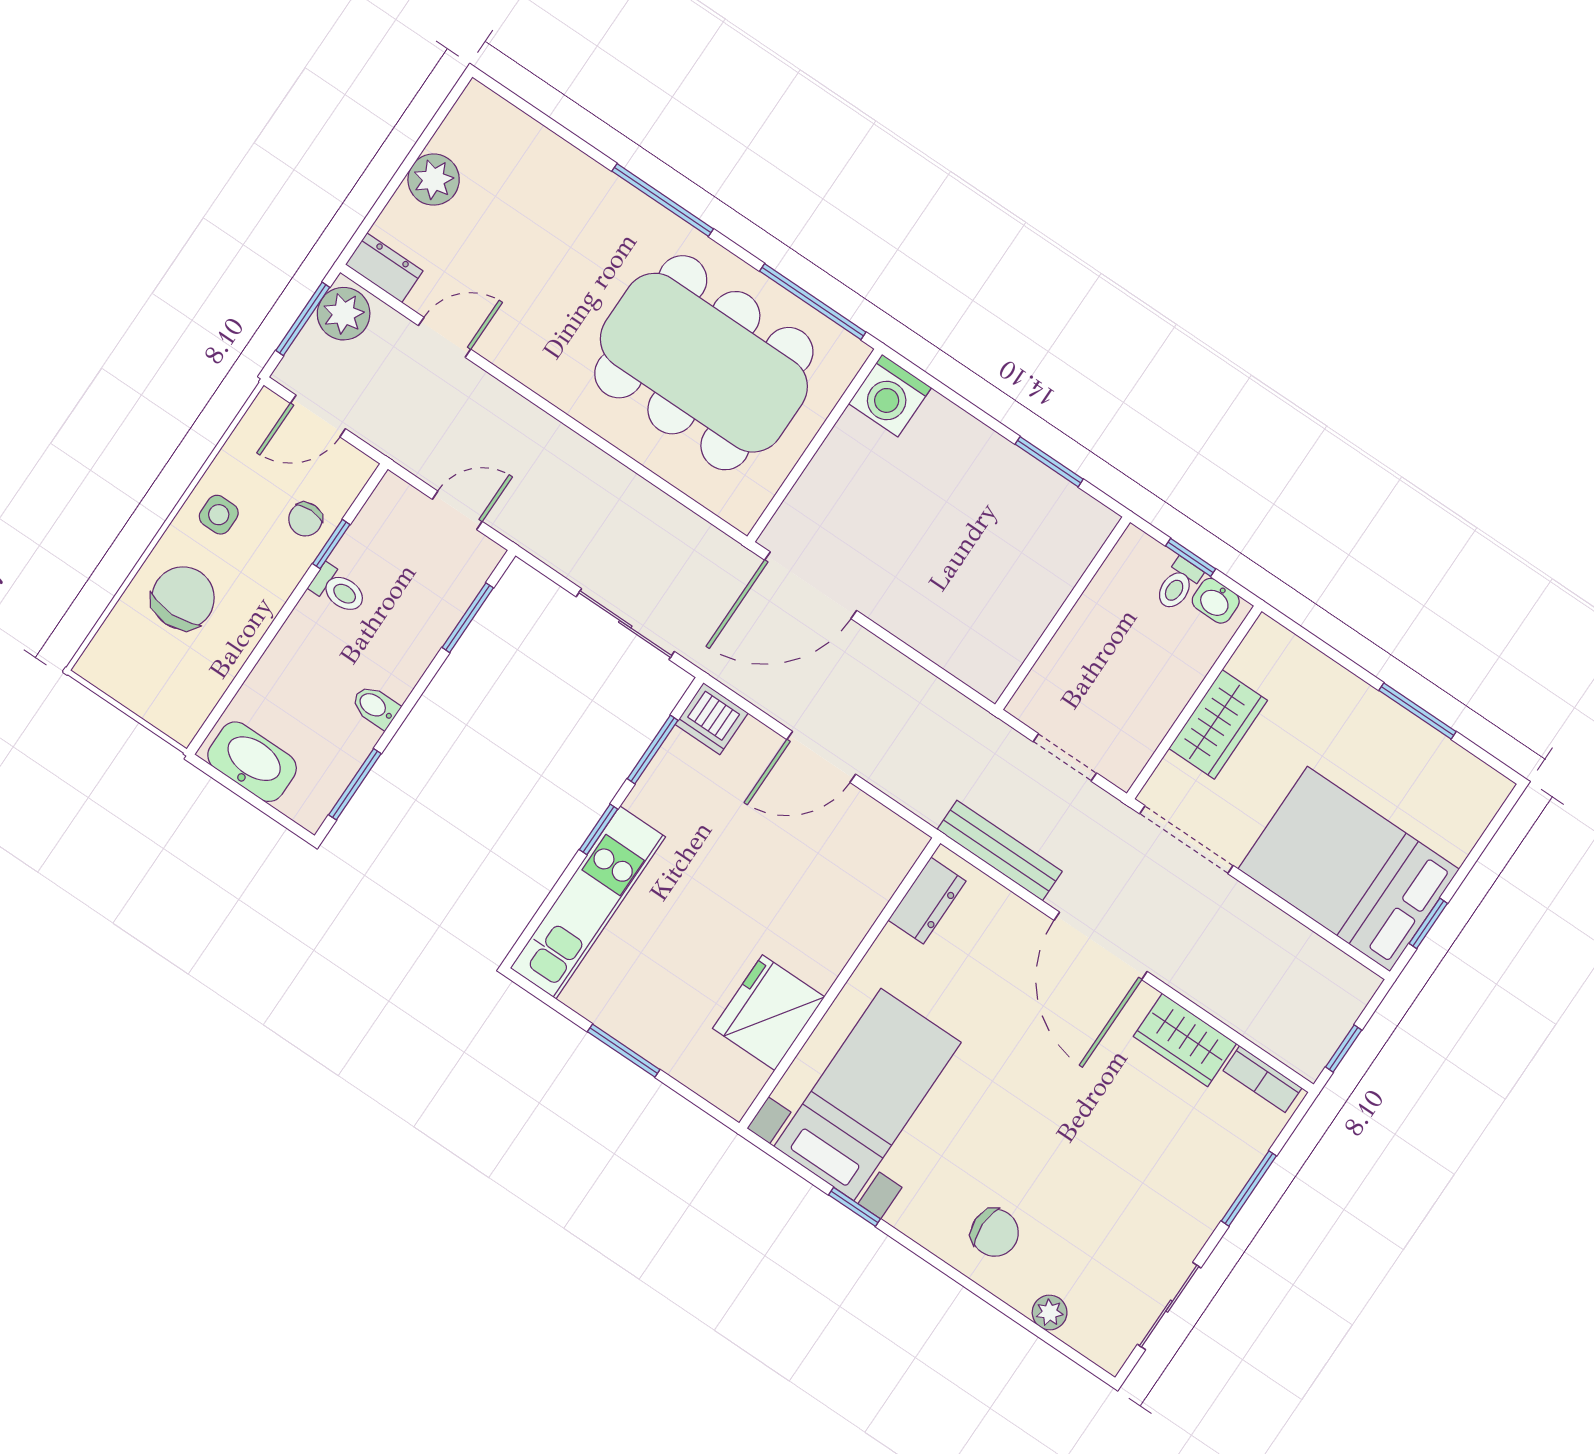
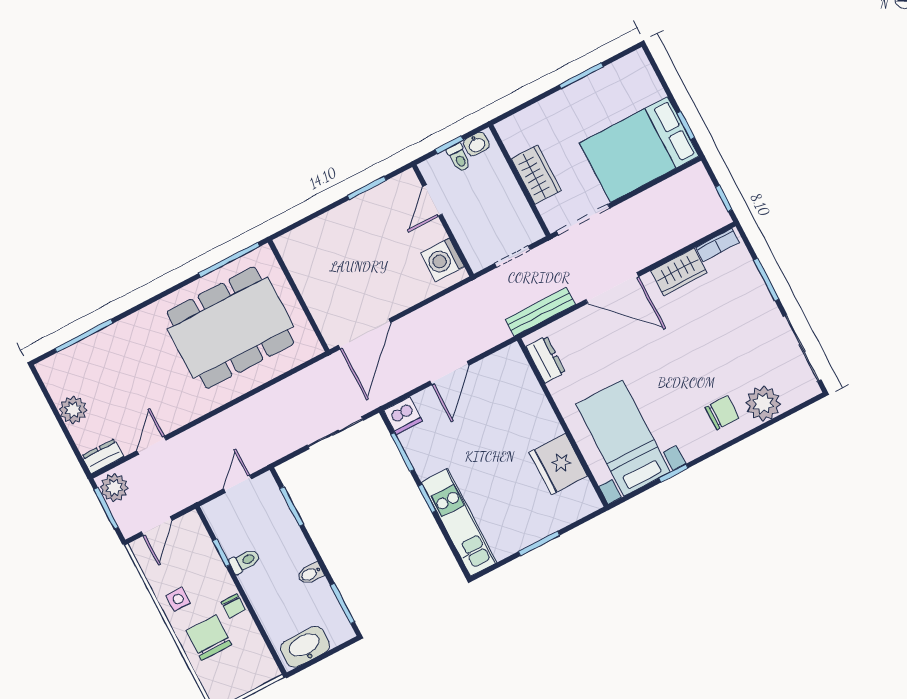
window: (663, 200) -> (84, 336), moved
washing machine: (890, 396) -> (442, 260), moved, turned 90
chair: (305, 519) -> (233, 606), moved
door: (1086, 579) -> (432, 200), added
sliding door: (1169, 1306) -> (802, 348), width x1.37
plant: (1050, 1312) -> (763, 404), width x1.87, depth x1.87

